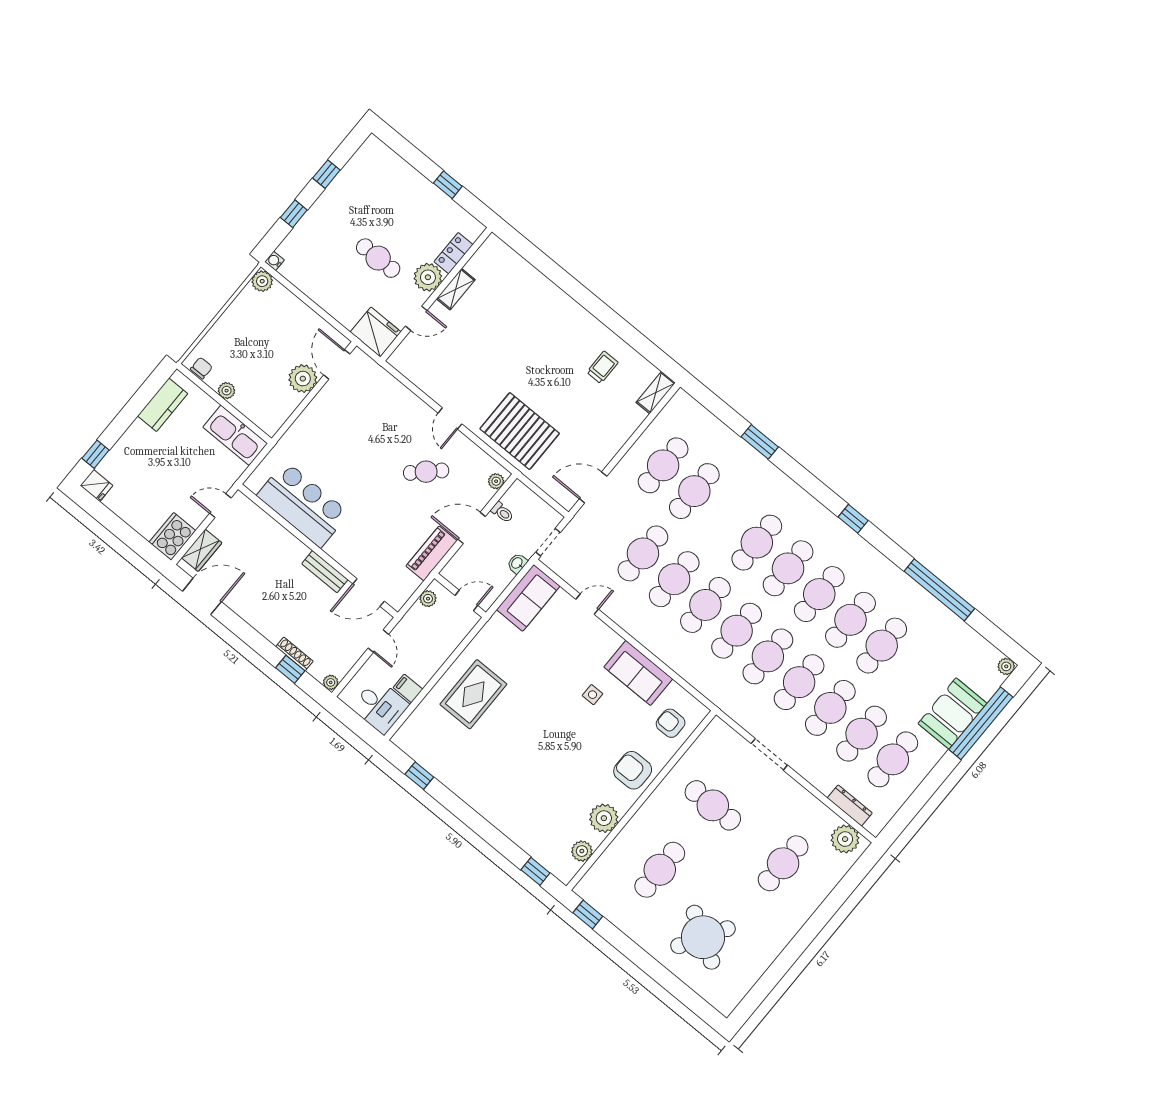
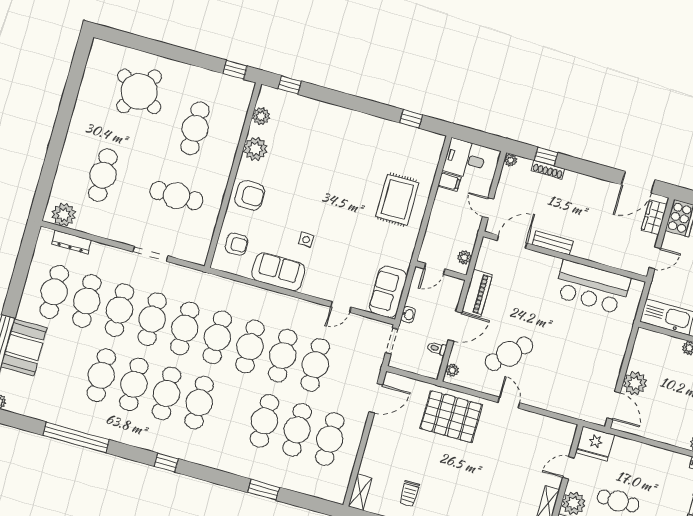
cafe table: (426, 472) -> (509, 354), width x1.37, depth x1.35
cafe table: (757, 543) -> (264, 421), moved

